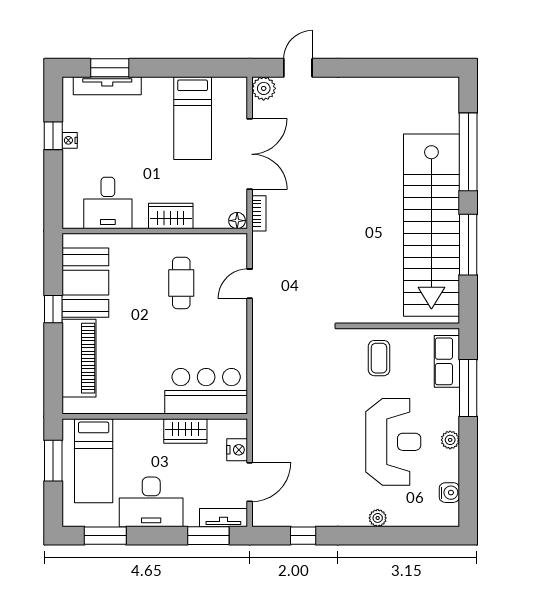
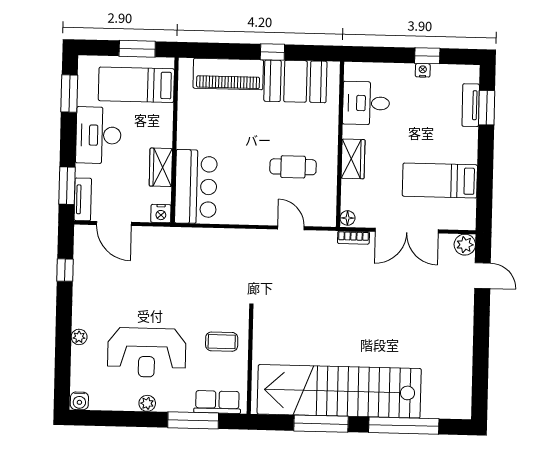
tv unit: (107, 86) -> (471, 105), width x0.71
nightstand: (237, 450) -> (161, 214), moved
water cooler: (449, 493) -> (79, 401), moved

